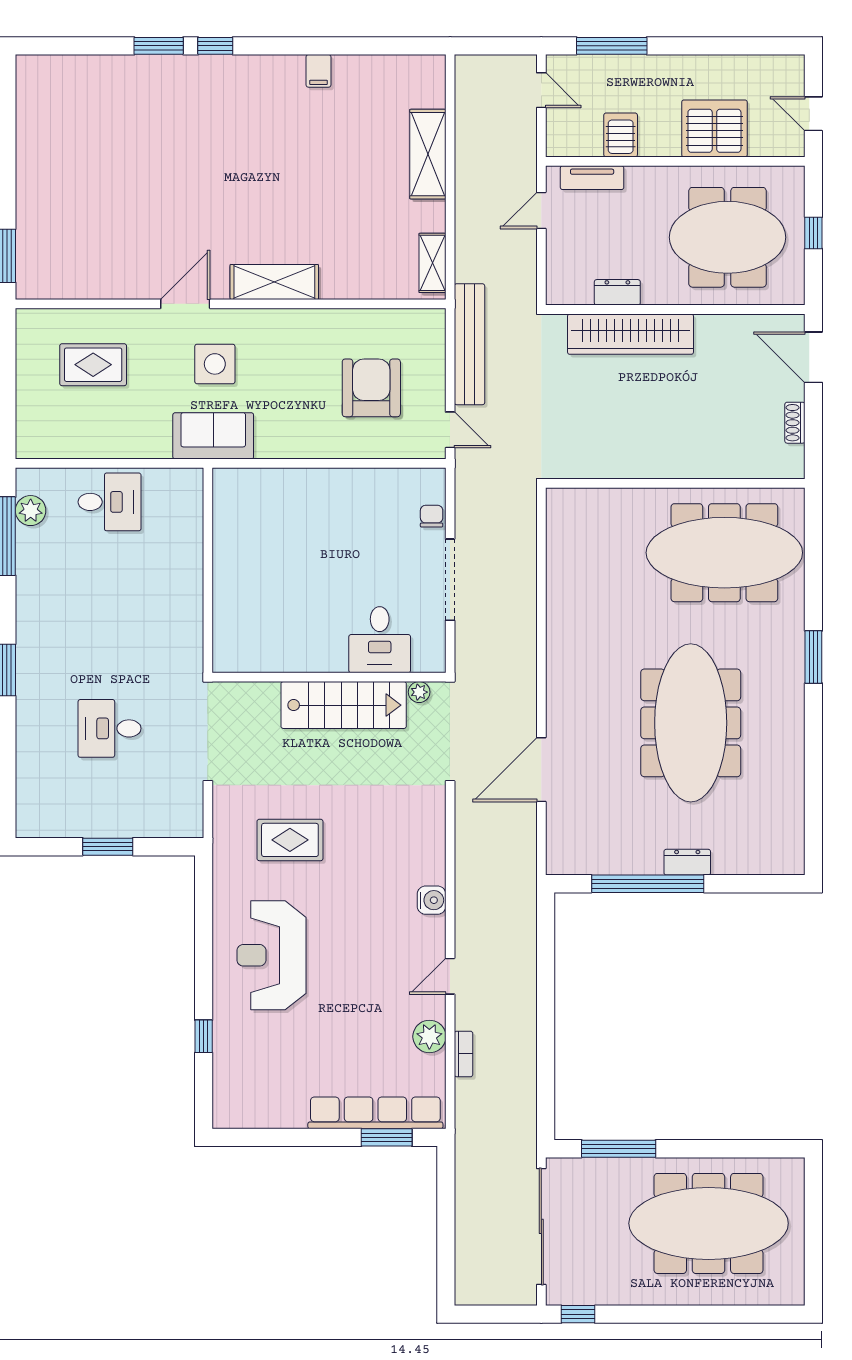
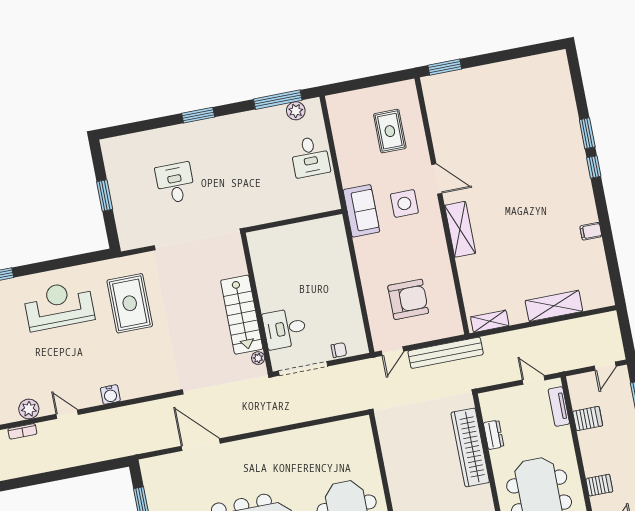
server rack: (714, 128) -> (599, 485), width x0.46, depth x0.70
desk: (380, 640) -> (285, 329), moved
wall: (329, 677) -> (257, 303), moved
plant: (419, 692) -> (258, 358), moved
stairs: (344, 705) -> (242, 315), moved
rug: (290, 840) -> (130, 303), width x1.36, depth x1.43

